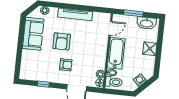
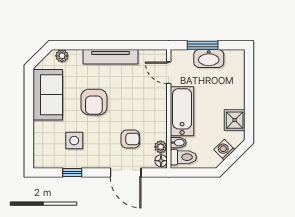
washbasin: (146, 23) -> (209, 58), moved
door: (110, 28) -> (169, 73), swing flipped
shower: (150, 49) -> (235, 120), moved
side table: (47, 64) -> (74, 141), added
armchair: (66, 65) -> (130, 139), moved

